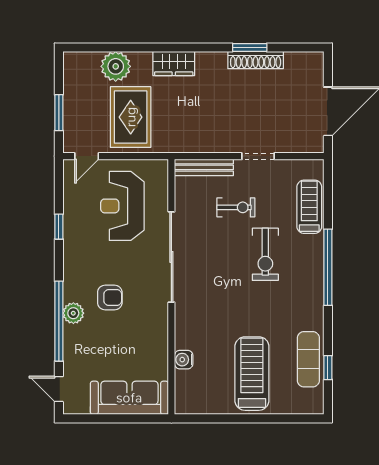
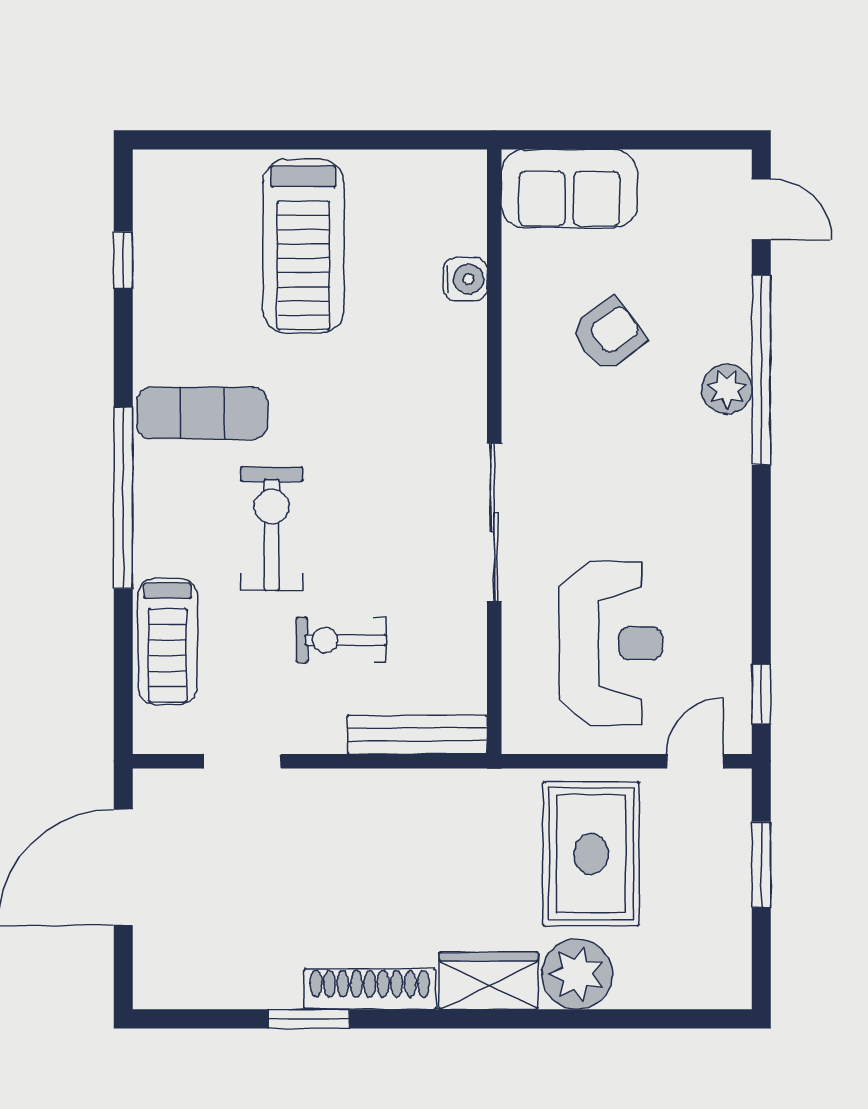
shoe rack: (256, 60) -> (370, 989), moved
plant: (116, 66) -> (577, 974), moved
doorway: (258, 156) -> (242, 761), moved
window: (59, 227) -> (761, 694), moved
sliding door: (171, 257) -> (494, 522), width x0.73
armchair: (110, 297) -> (608, 335), moved, turned 143
exercise mat: (308, 359) -> (202, 413), moved, turned 90
sofa: (129, 398) -> (569, 189), width x0.73

